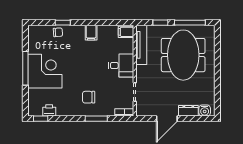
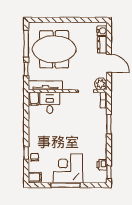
filing cabinet: (91, 33) -> (35, 177), moved
desk: (121, 65) -> (50, 103), moved
chair: (89, 97) -> (90, 131), removed
plant: (143, 109) -> (101, 84), added

